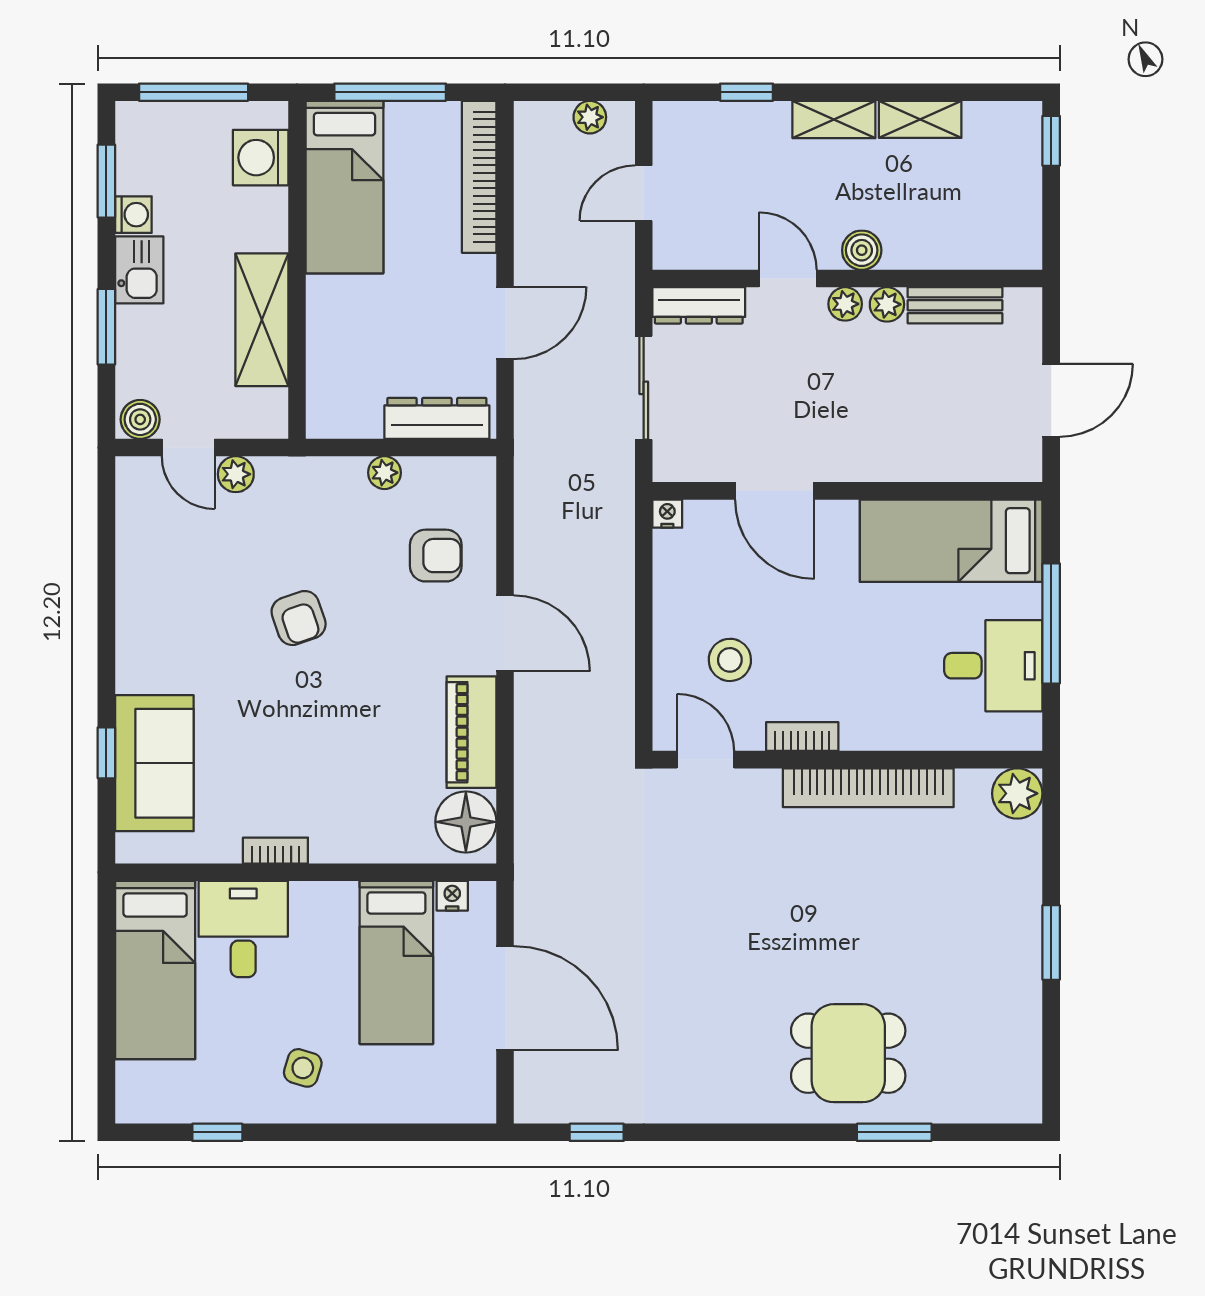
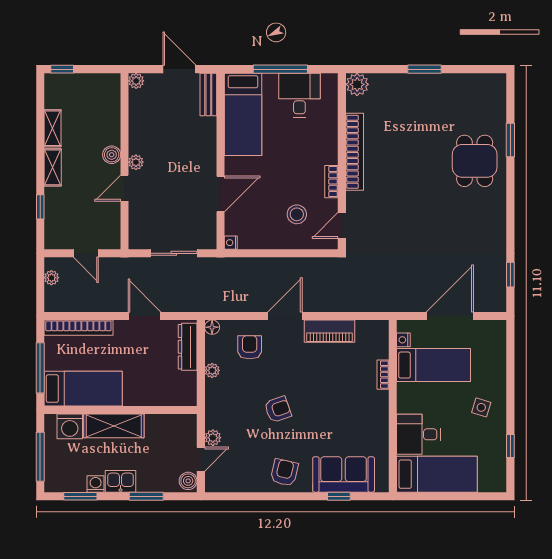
plant: (887, 304) -> (136, 81), moved
dresser: (699, 305) -> (137, 228), removed
bench: (955, 305) -> (208, 94), moved
shelving: (262, 320) -> (114, 426), moved
armchair: (159, 632) -> (284, 472), added
floor lamp: (466, 822) -> (212, 327), moved, width x0.53, depth x0.53
bookcase: (275, 851) -> (383, 375), moved

